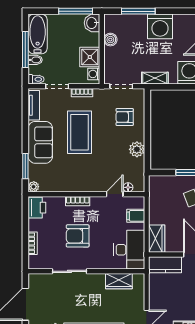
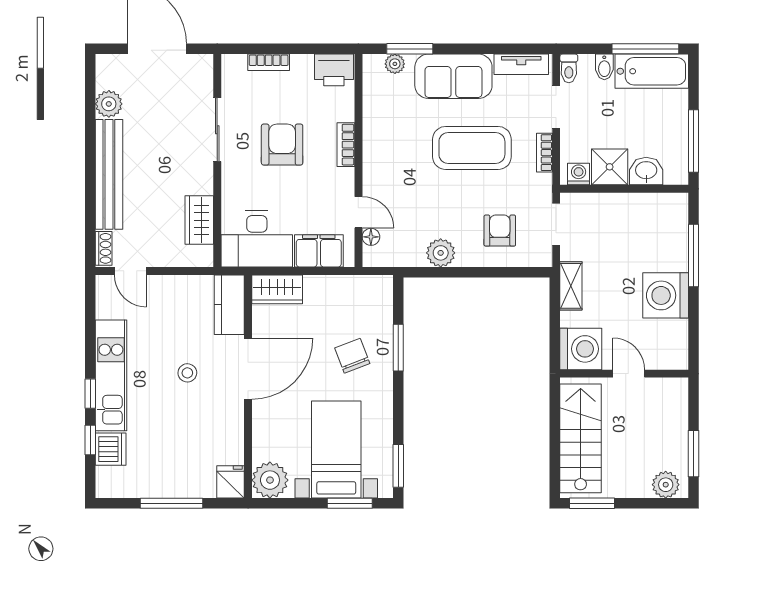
washbasin: (92, 23) -> (646, 171), moved
boiler: (110, 40) -> (642, 204), removed
window: (25, 50) -> (645, 49), moved
plant: (34, 187) -> (395, 64), moved
filing cabinet: (136, 216) -> (319, 251), width x2.00

